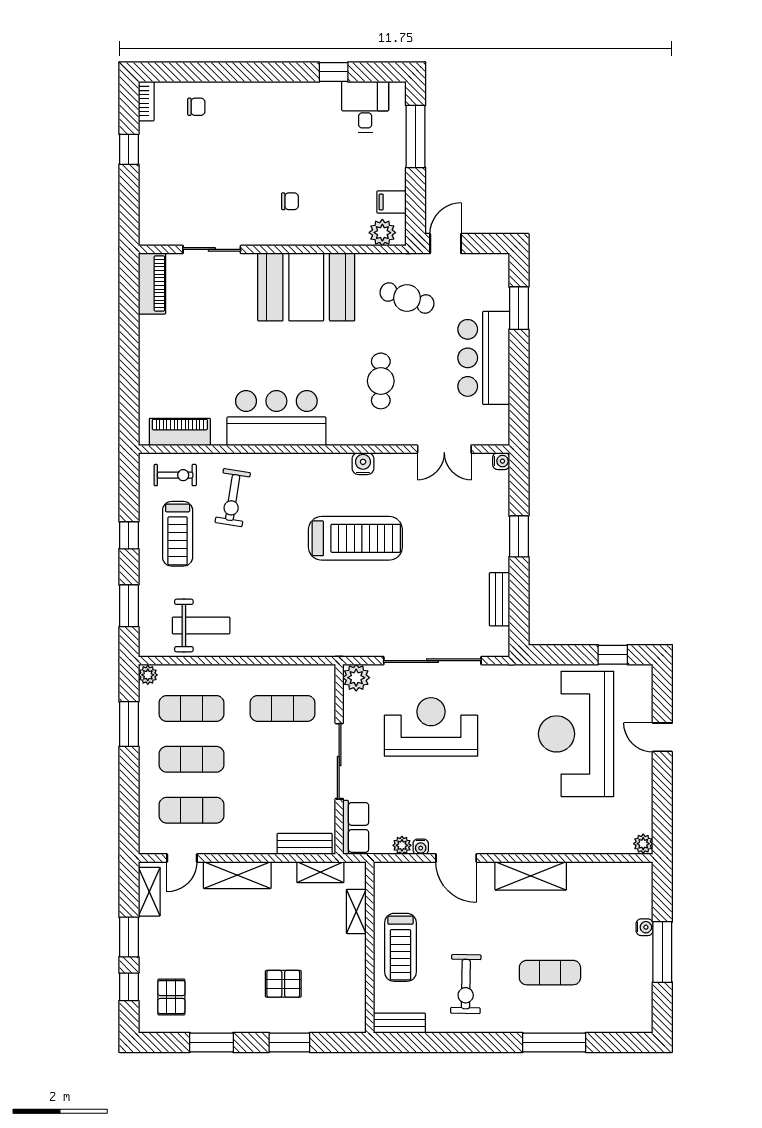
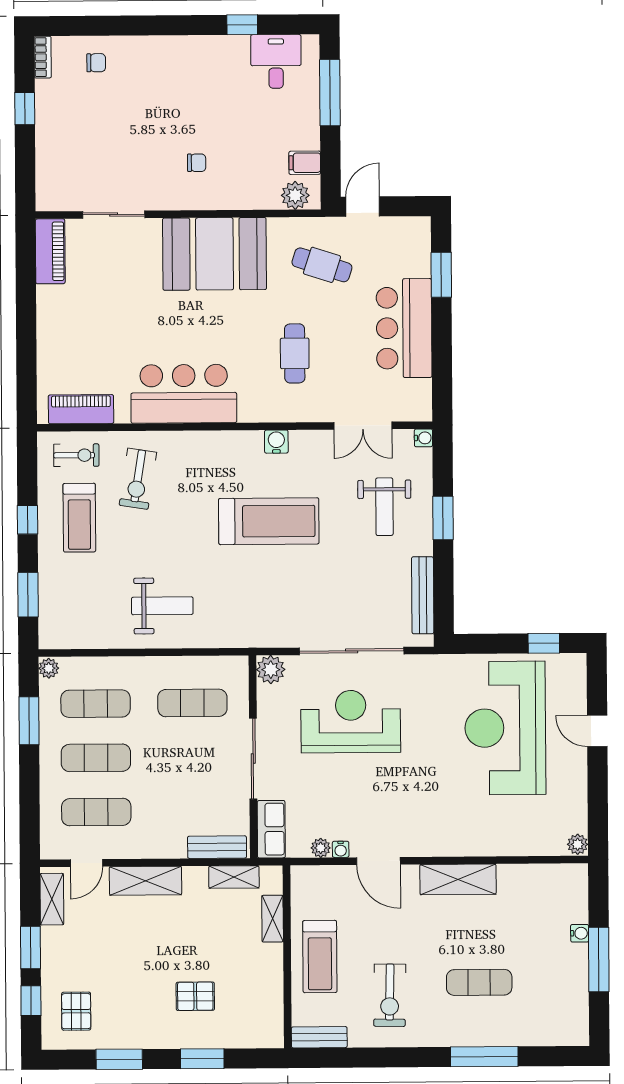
weight bench: (464, 525) -> (384, 507), added
bench: (499, 599) -> (423, 595), width x1.36
weight bench: (201, 625) -> (162, 606), moved

